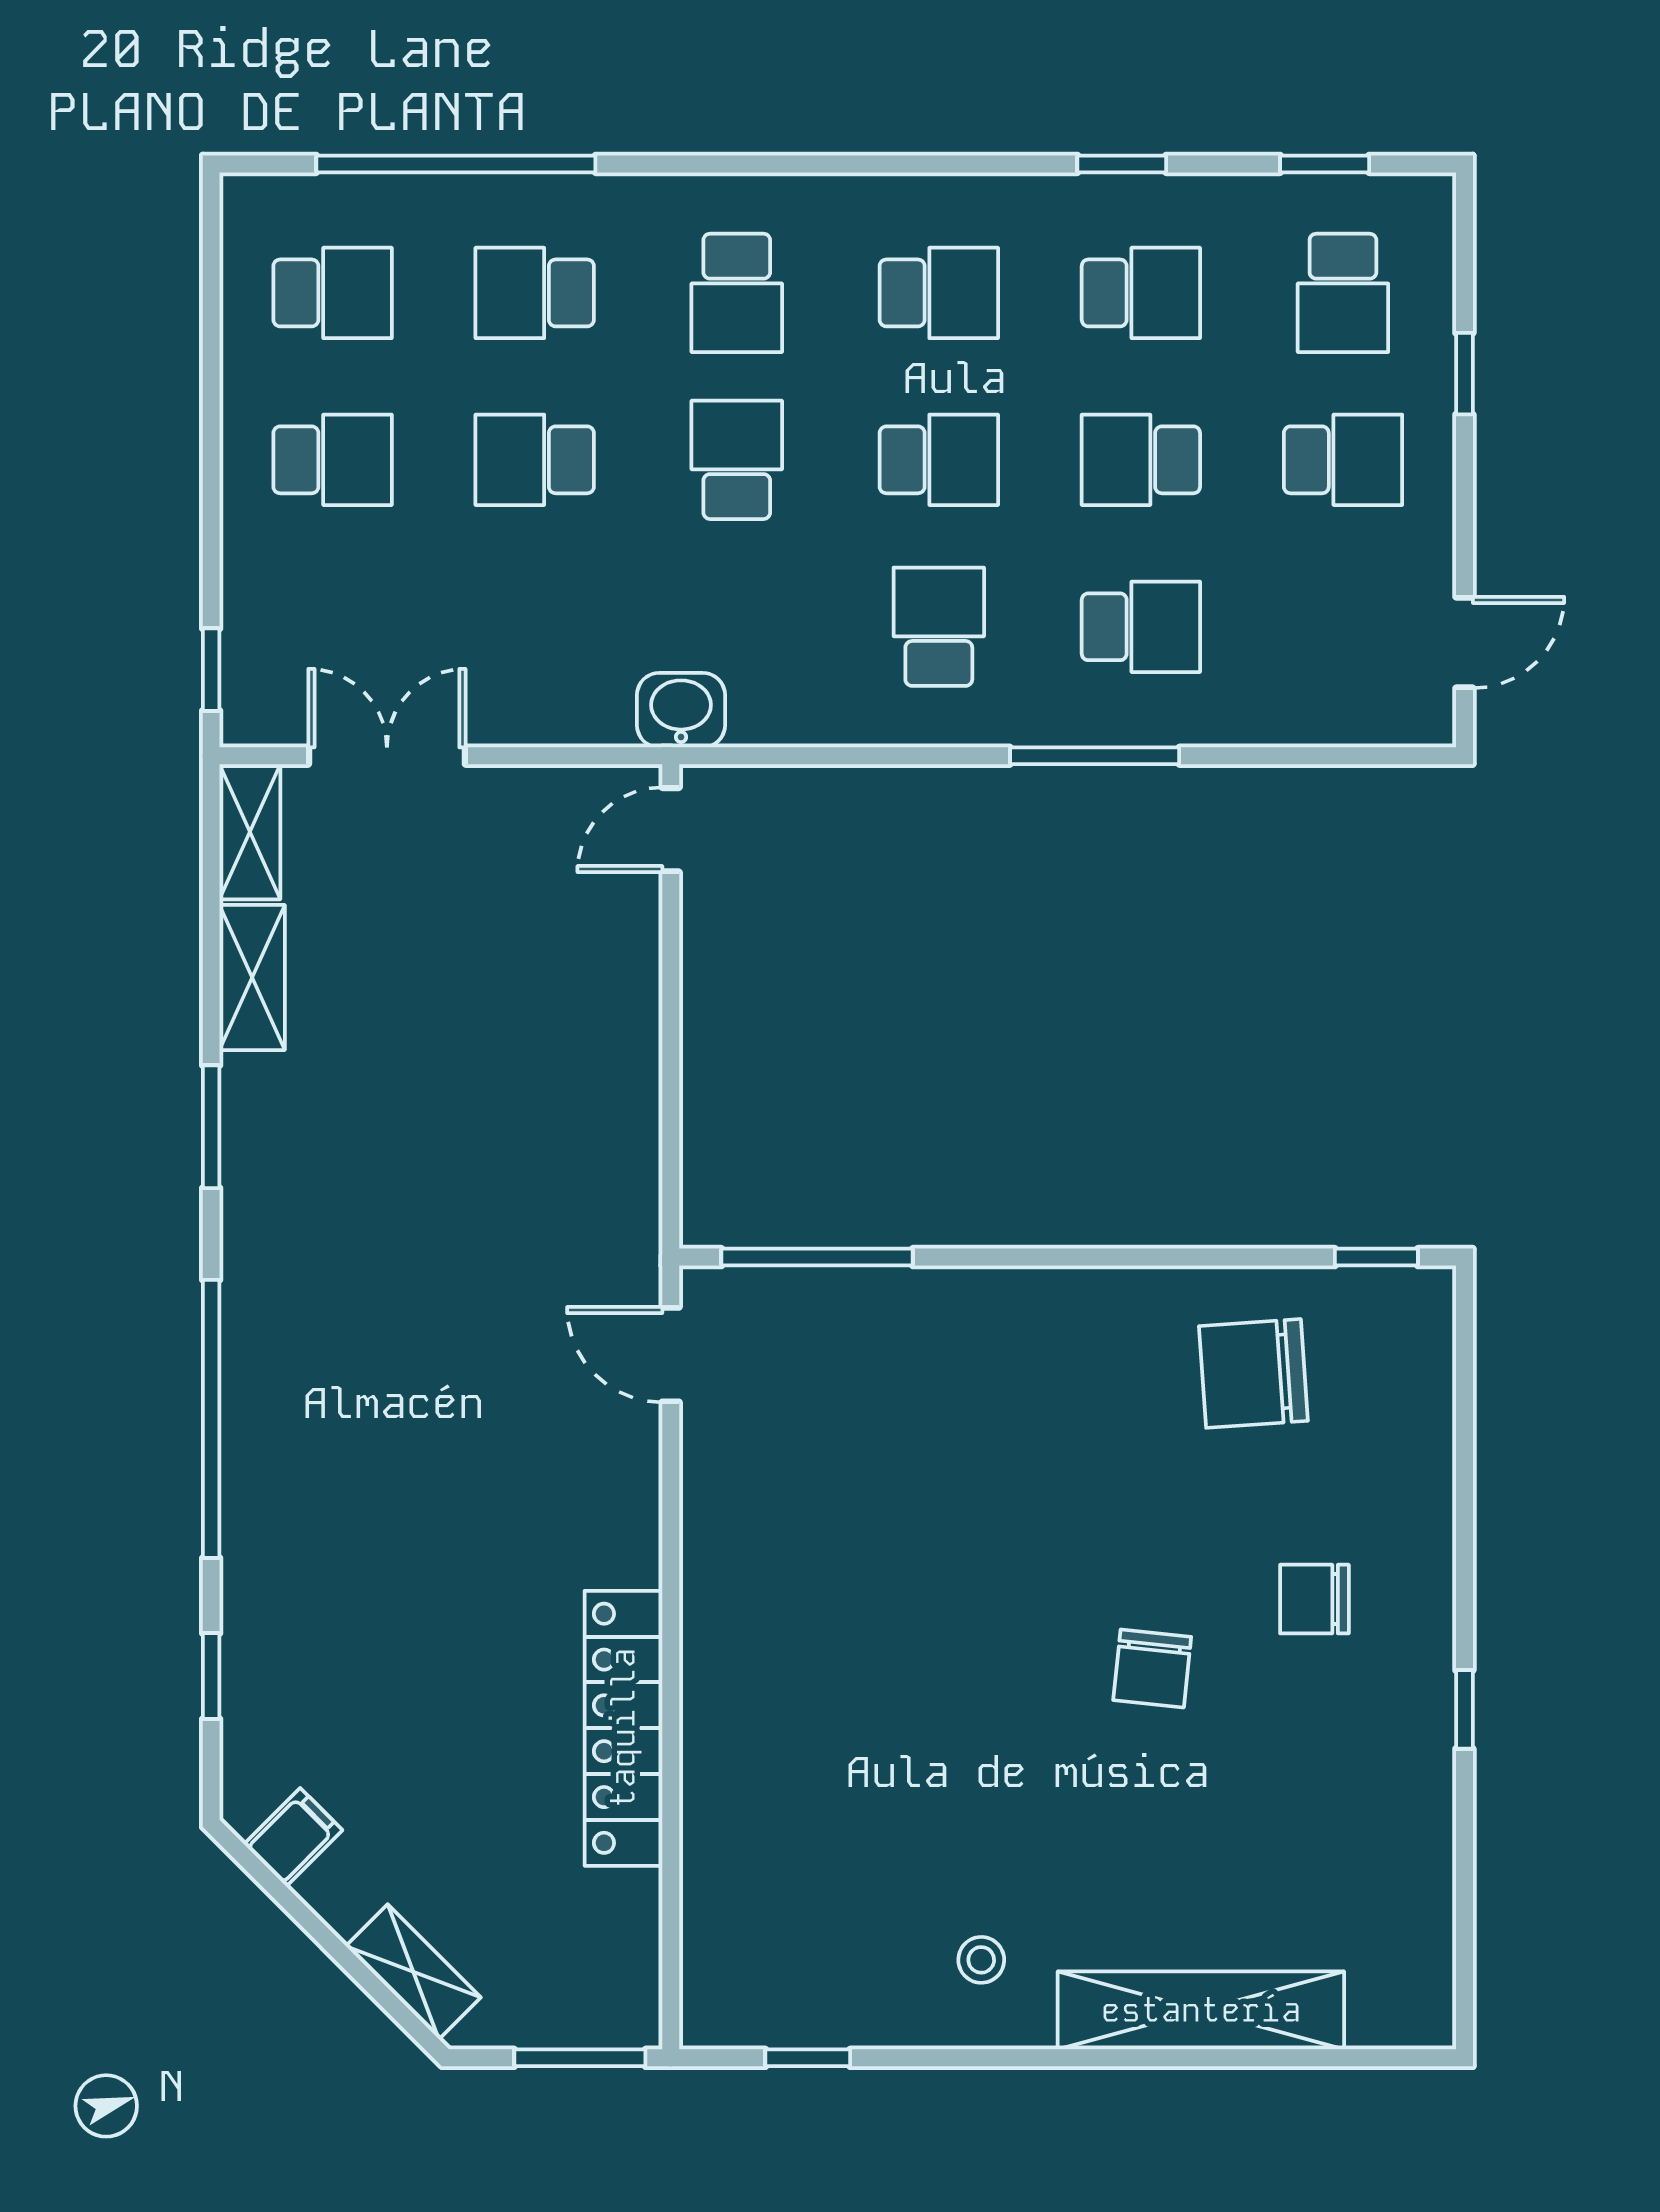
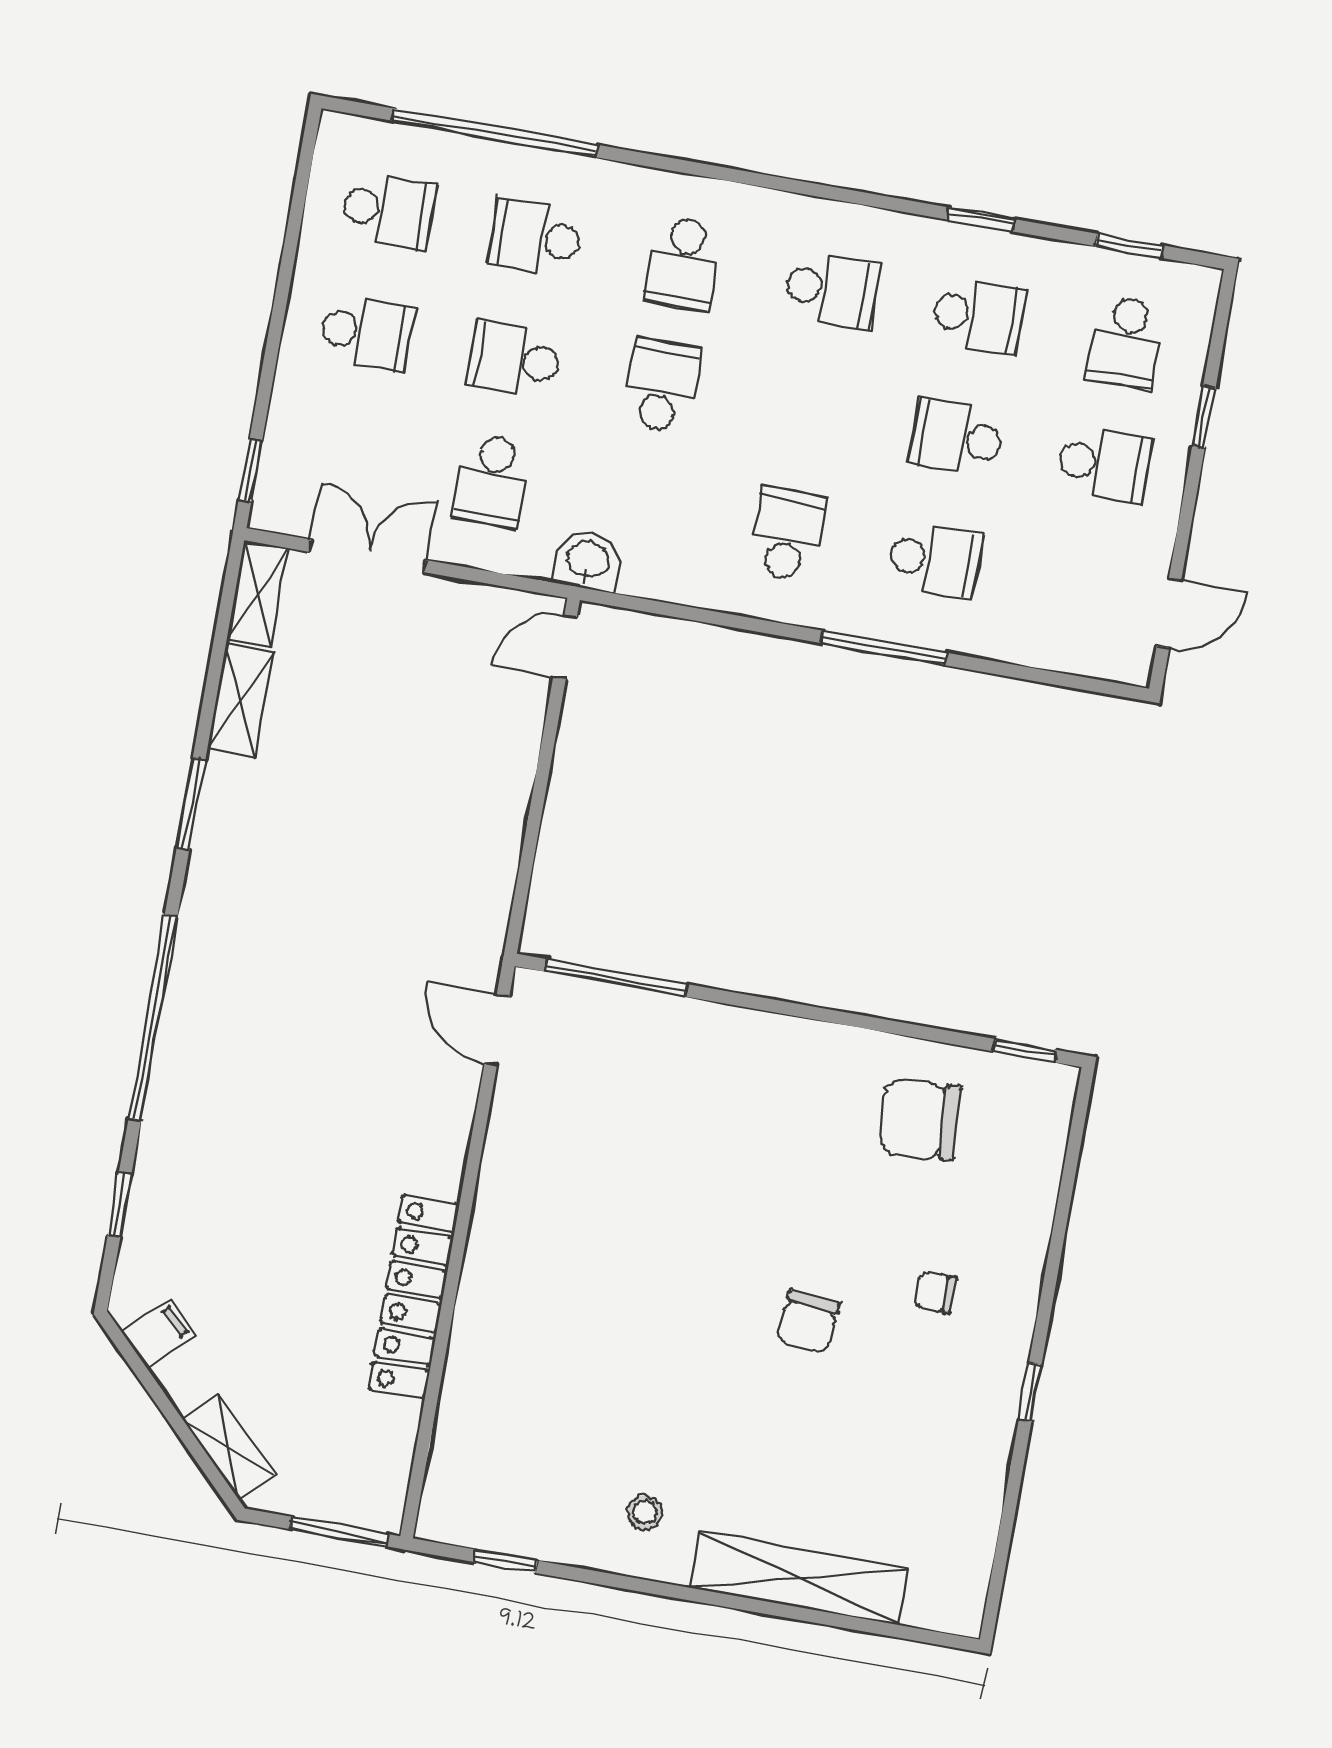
school desk: (939, 460) -> (492, 481), moved, turned 90
chair: (1314, 1599) -> (935, 1292), width x0.73, depth x0.73

